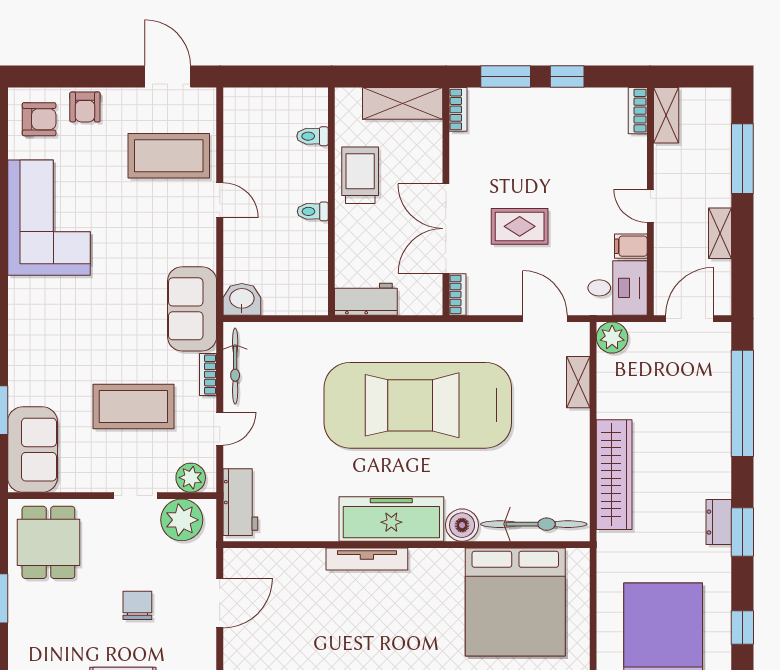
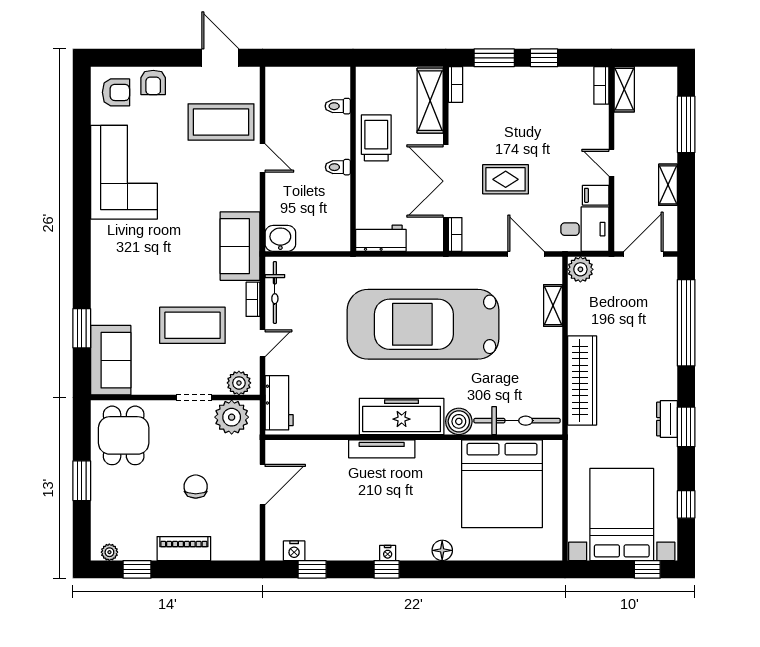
shelving: (403, 103) -> (430, 101), moved, turned 90

